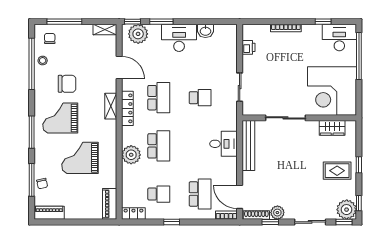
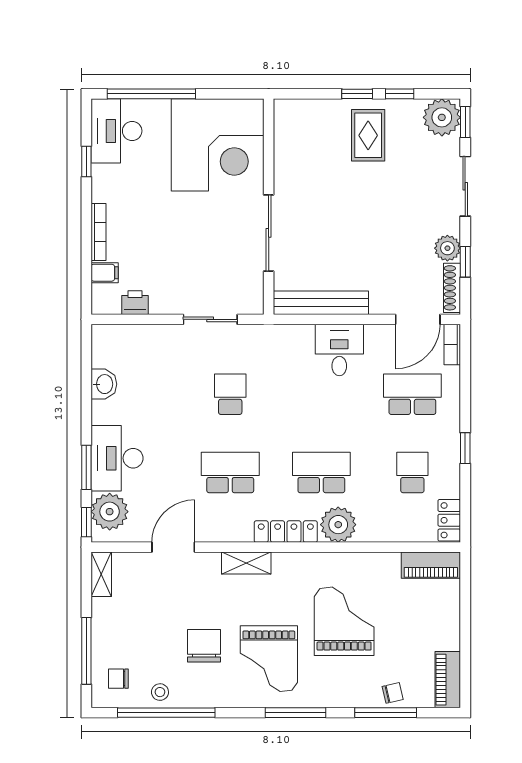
filing cabinet: (264, 31) -> (105, 273), added
desk: (179, 38) -> (117, 458), moved
locker: (127, 108) -> (286, 532), moved
wardrobe: (332, 128) -> (287, 144), removed
desk: (224, 144) -> (339, 350), moved
grand piano: (80, 158) -> (344, 621), turned 180
window: (359, 203) -> (400, 94), moved

